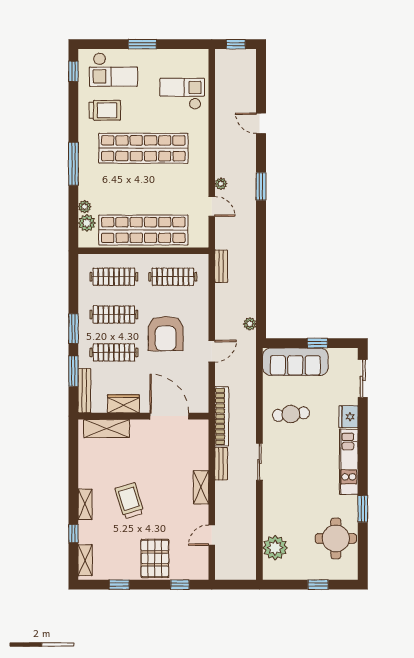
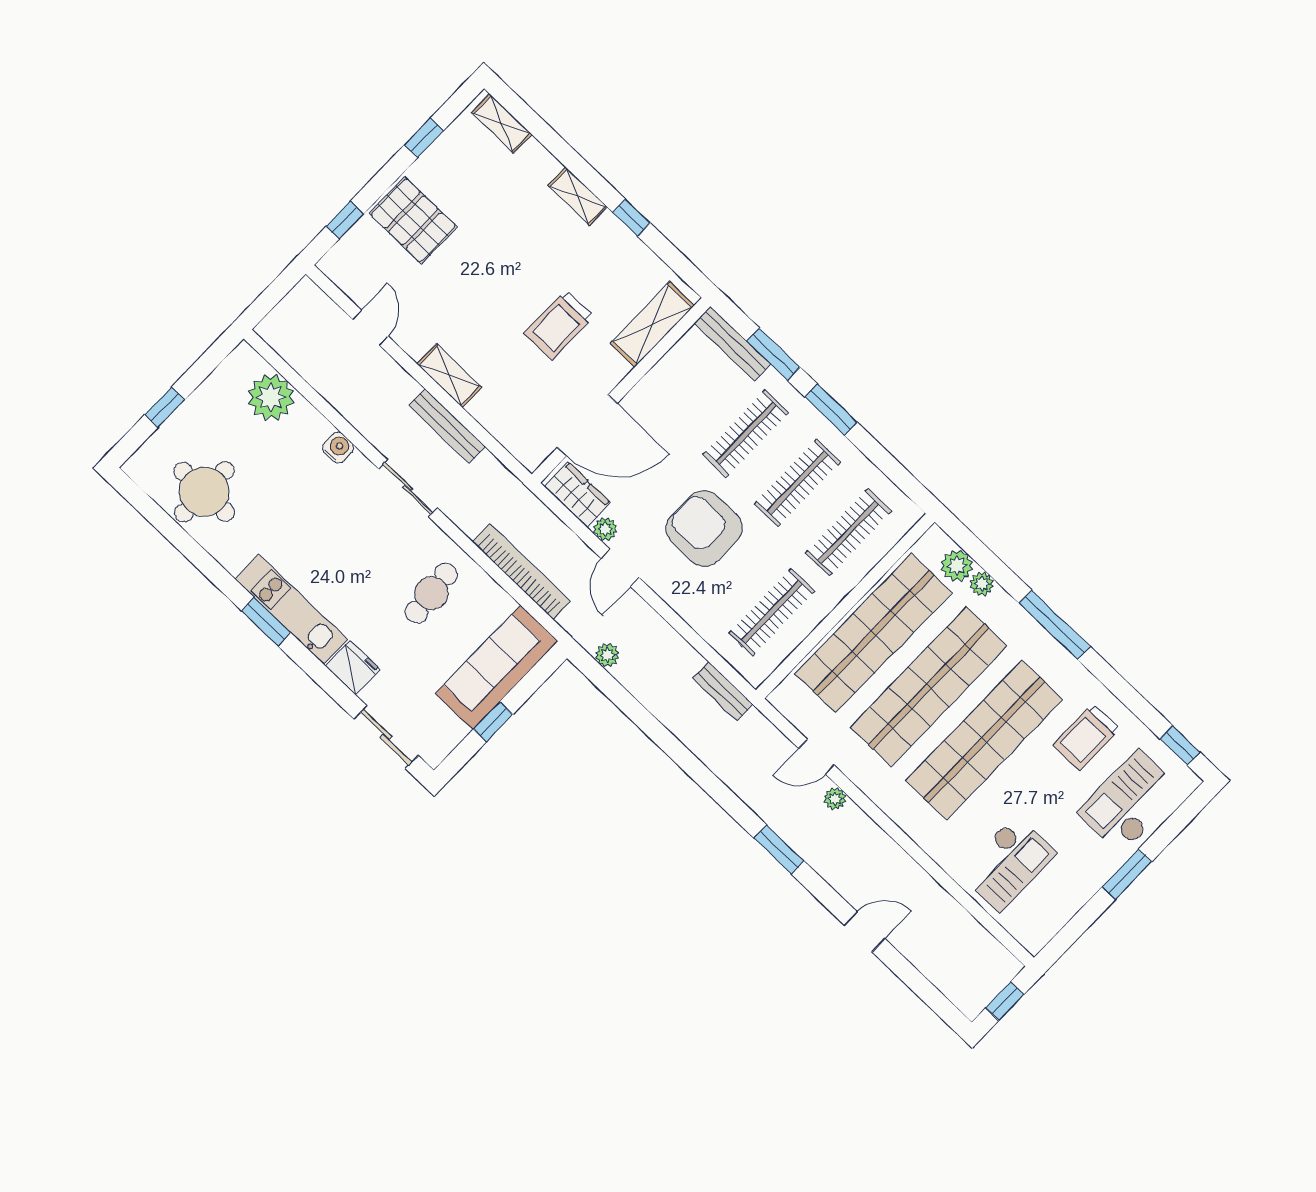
shop shelf: (143, 189) -> (929, 687), added
plant: (202, 371) -> (605, 529), added
wardrobe: (123, 404) -> (577, 495), moved, turned -90
bookcase: (222, 416) -> (522, 572), moved, turned 180
bench: (221, 464) -> (447, 426), width x1.36
trolley: (130, 501) -> (559, 325), moved, turned 107
water cooler: (270, 503) -> (338, 448), added
window: (363, 509) -> (266, 622), moved
window: (73, 534) -> (632, 218), moved

